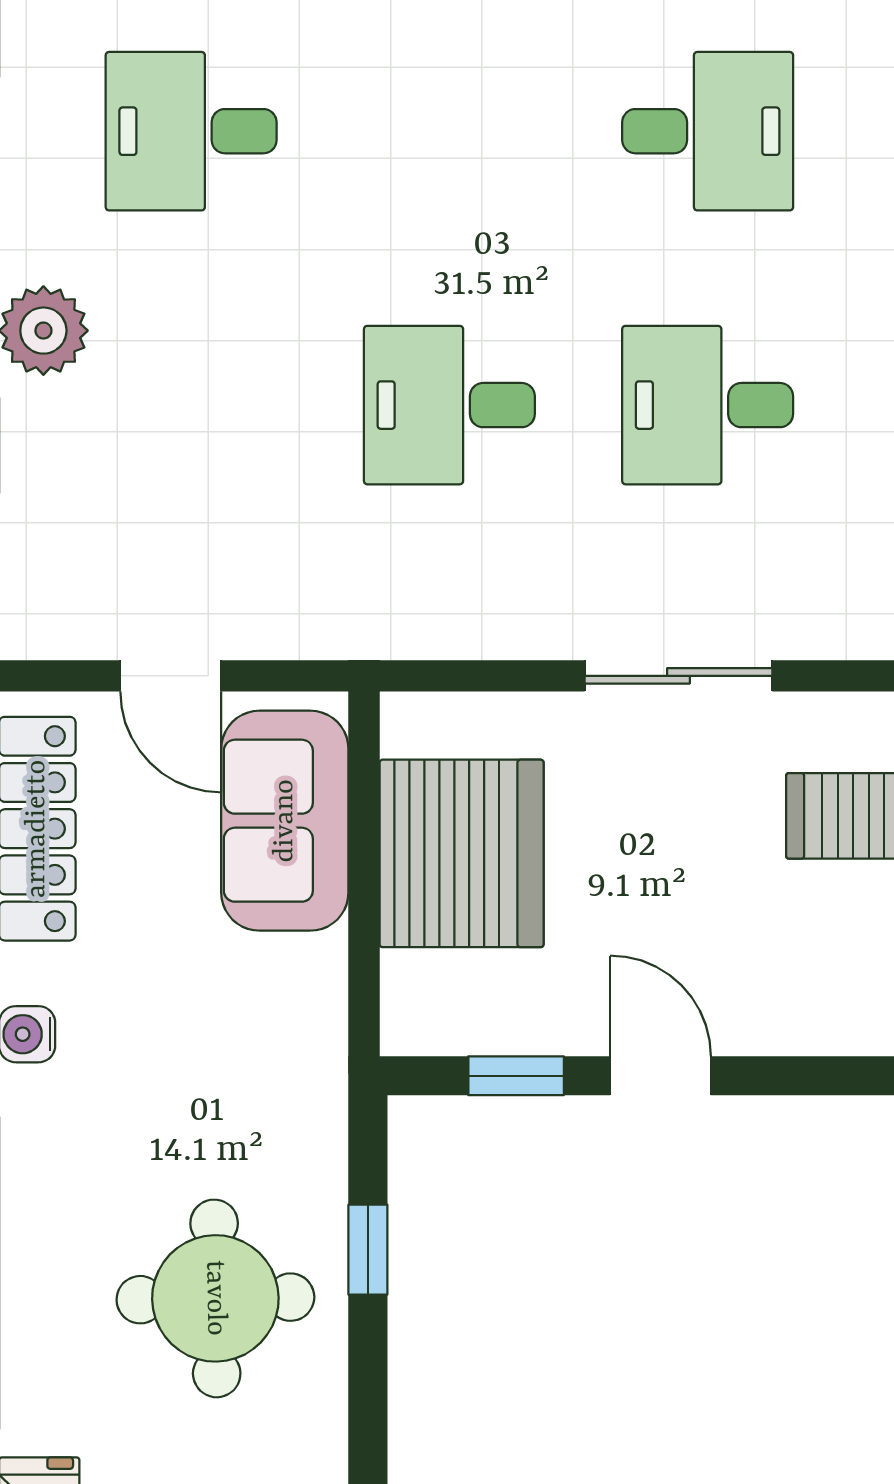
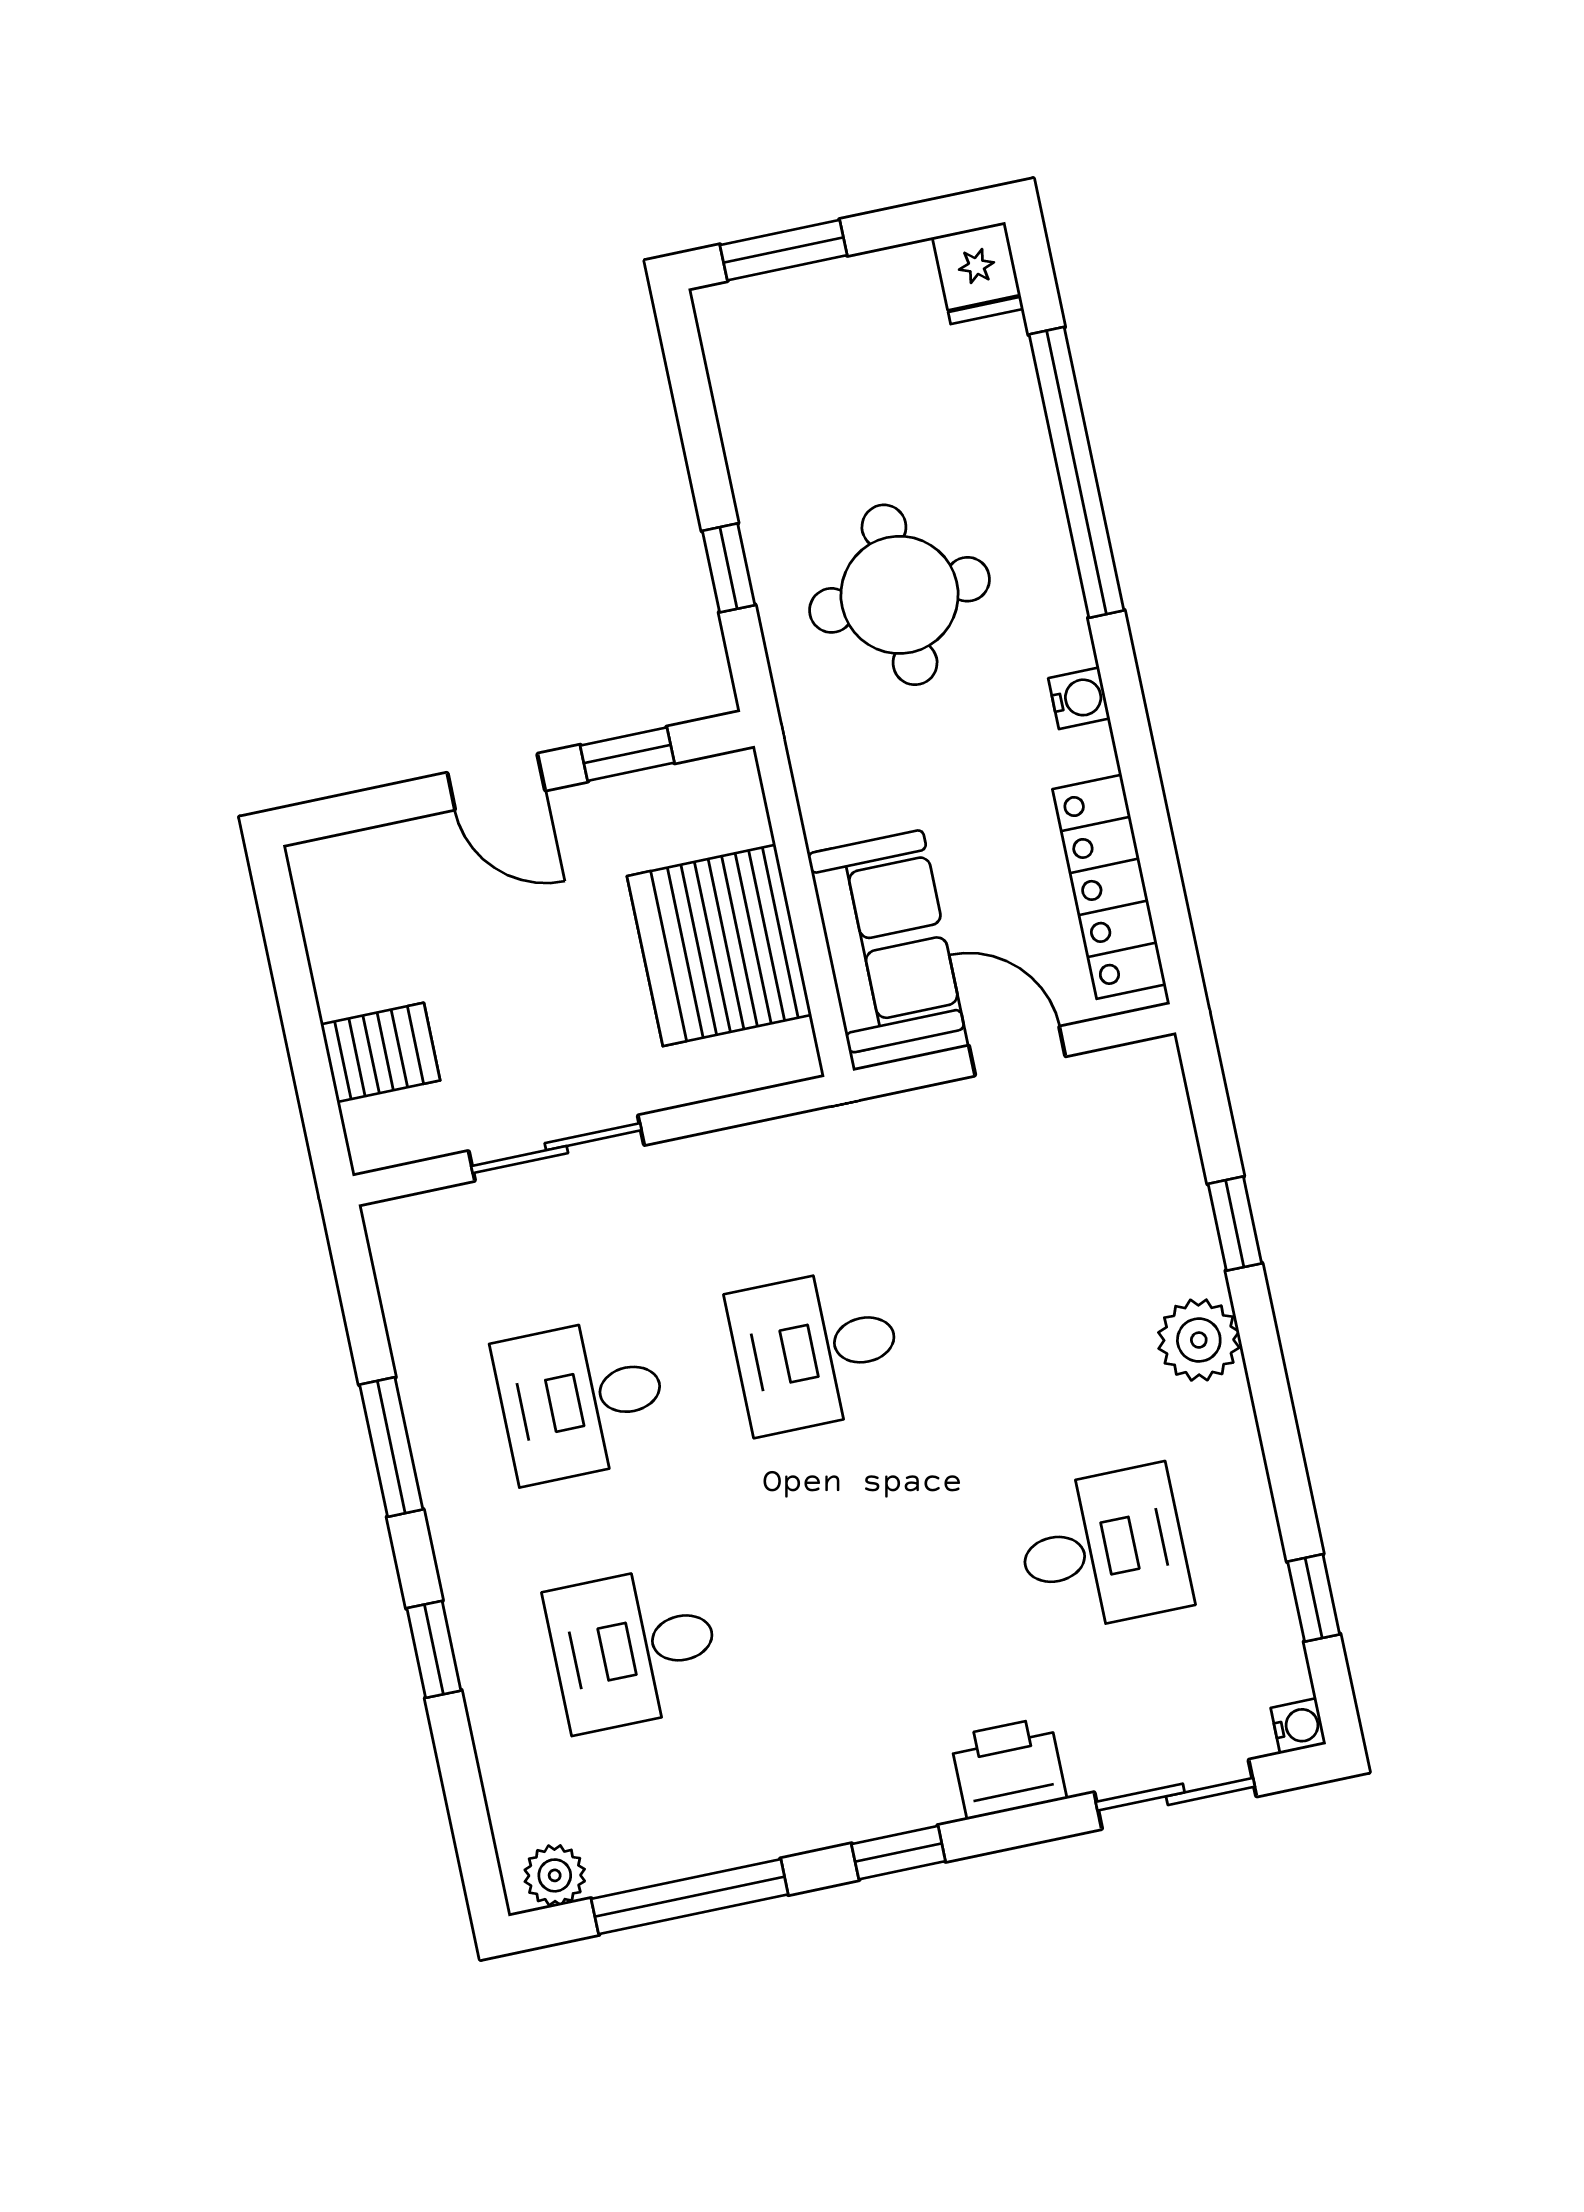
desk: (449, 405) -> (816, 1350), turned 180
desk: (708, 405) -> (582, 1399), turned 180
round table: (215, 1298) -> (900, 595), moved

